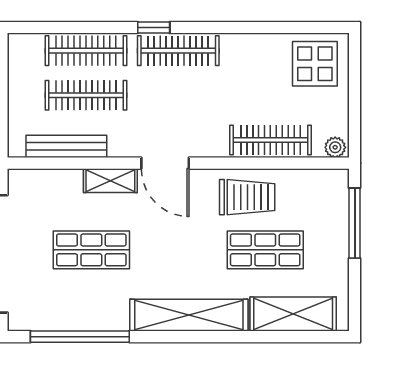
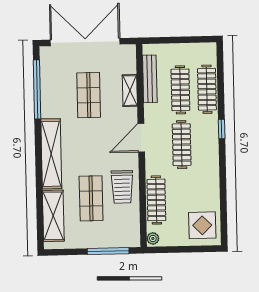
clothes rail: (178, 51) -> (182, 145), moved
shelving: (110, 181) -> (130, 91), moved

